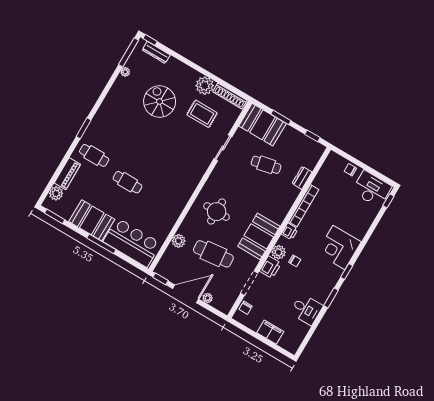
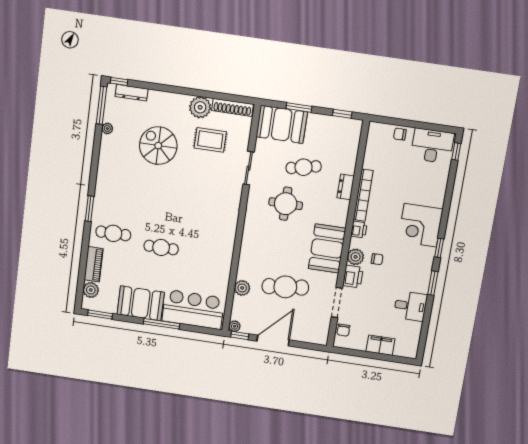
dresser: (302, 178) -> (346, 187), moved
round table: (217, 212) -> (286, 204), moved
plant: (208, 298) -> (235, 326), moved

